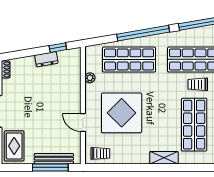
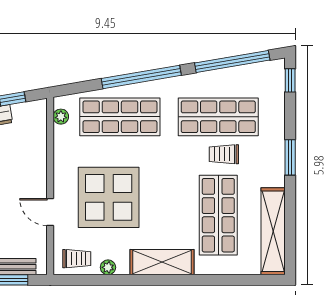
plant: (90, 78) -> (61, 117), moved
shelving: (164, 158) -> (162, 262), width x1.50, depth x1.33
plant: (121, 159) -> (108, 267), added

